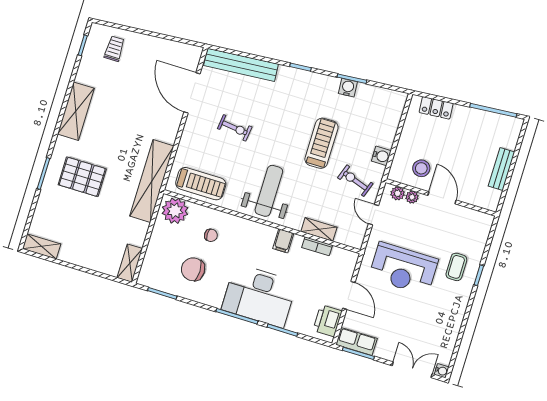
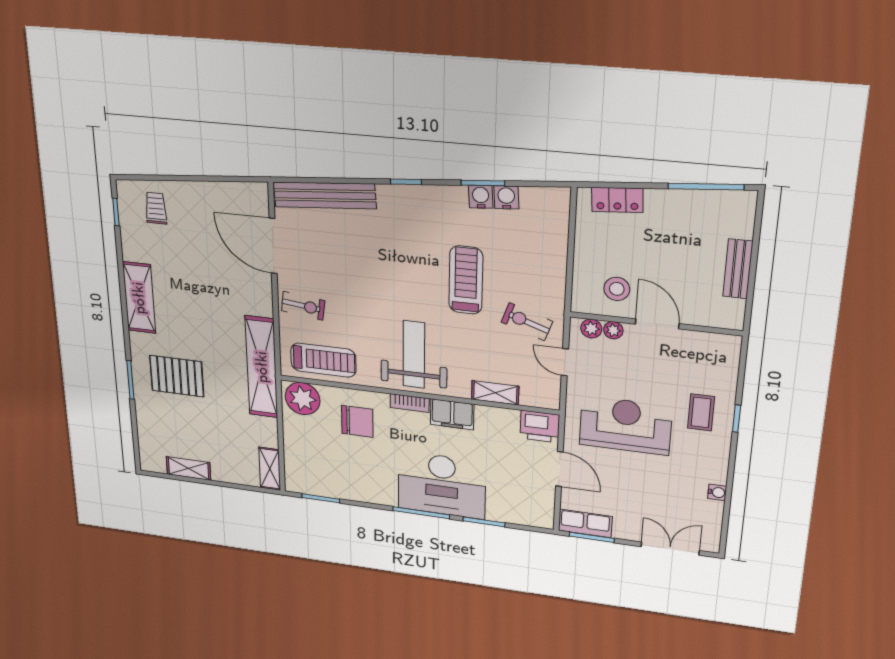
exercise bike: (235, 128) -> (303, 306), moved
water cooler: (381, 156) -> (506, 197), moved, turned -94
chair: (211, 235) -> (357, 421), width x1.87, depth x1.87
filing cabinet: (283, 241) -> (452, 414), width x2.00
shelving: (42, 246) -> (188, 468), moved
bookcase: (317, 246) -> (410, 403), moved
chair: (193, 269) -> (349, 465), removed
reception desk: (403, 269) -> (625, 425), turned 180
printer: (328, 321) -> (540, 427), moved, turned -90
water cooler: (442, 371) -> (717, 492), moved

